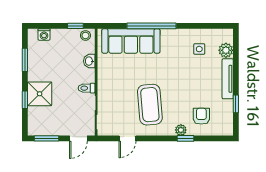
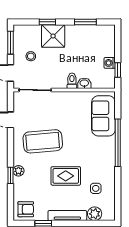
washing machine: (44, 35) -> (110, 63), moved
stool: (85, 35) -> (31, 56), moved
sofa: (131, 41) -> (103, 116), width x0.73
rug: (186, 81) -> (66, 176), added
toilet: (87, 88) -> (72, 81), moved
armchair: (201, 116) -> (26, 209), moved

